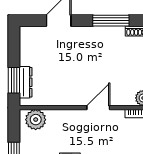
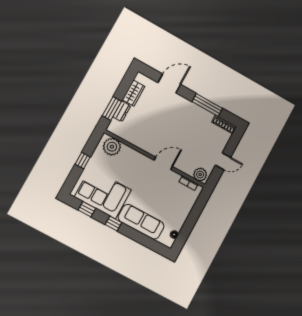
wardrobe: (27, 52) -> (134, 93), added
dresser: (26, 82) -> (122, 111), width x0.70

